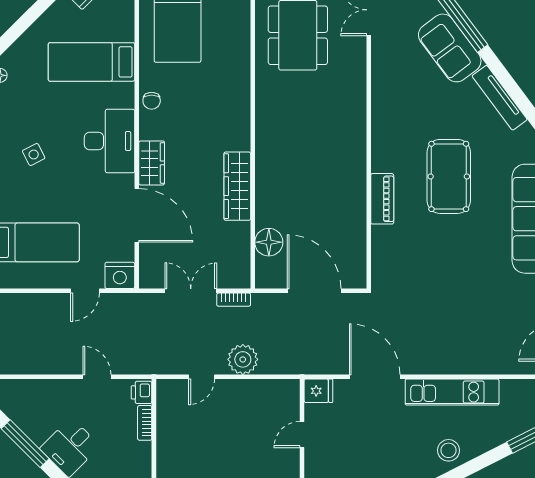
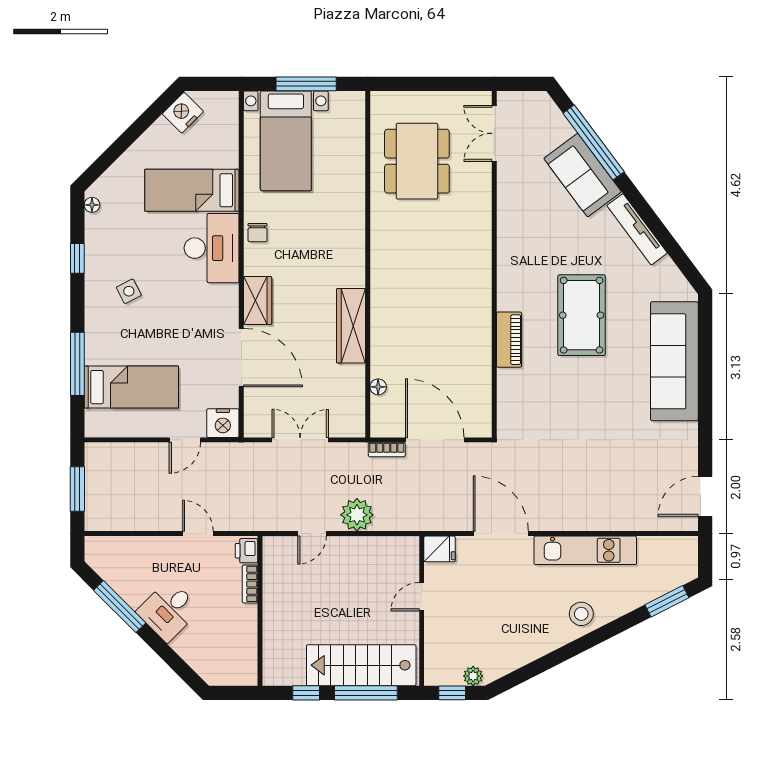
desk: (109, 141) -> (212, 248), moved
floor lamp: (269, 242) -> (378, 387), width x0.53, depth x0.53
bookcase: (234, 300) -> (387, 450), moved

